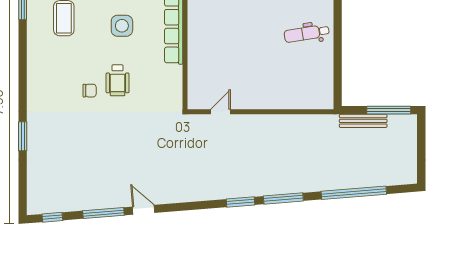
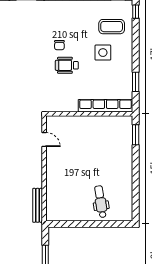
side table: (122, 26) -> (103, 53), moved
bench: (363, 121) -> (38, 205), moved

